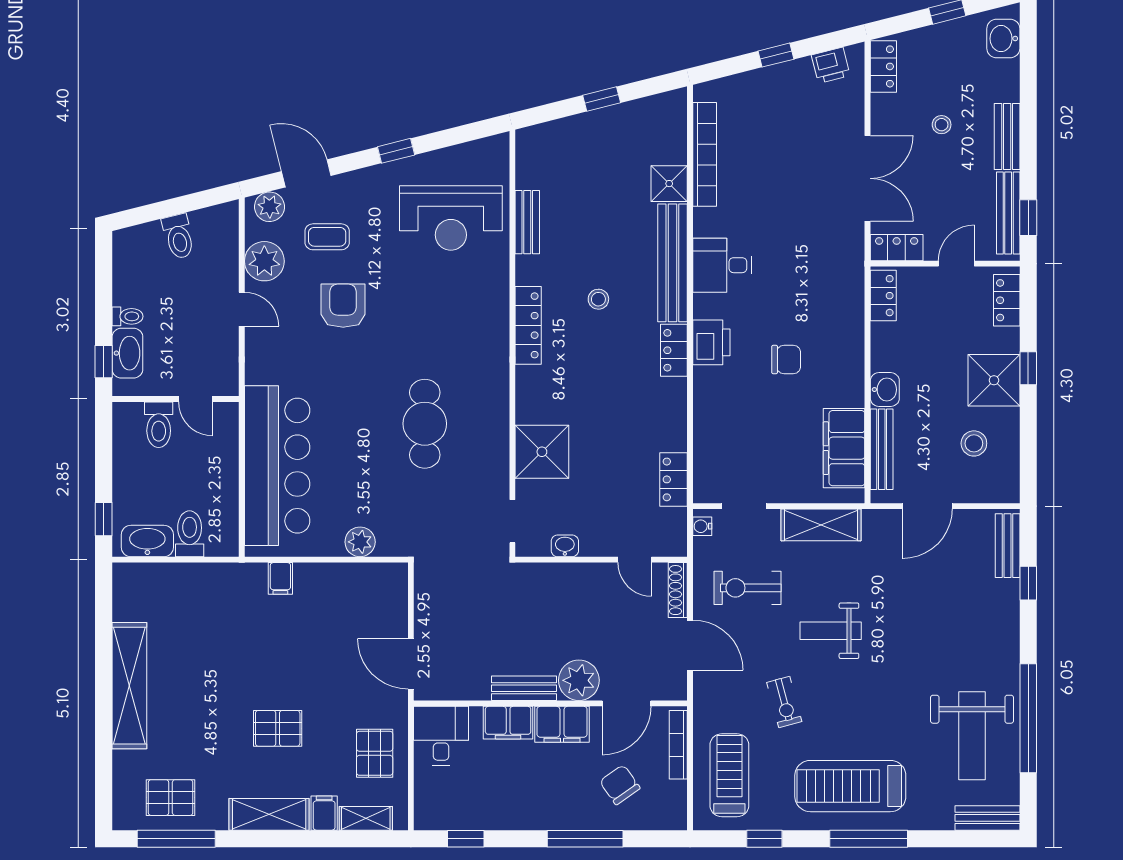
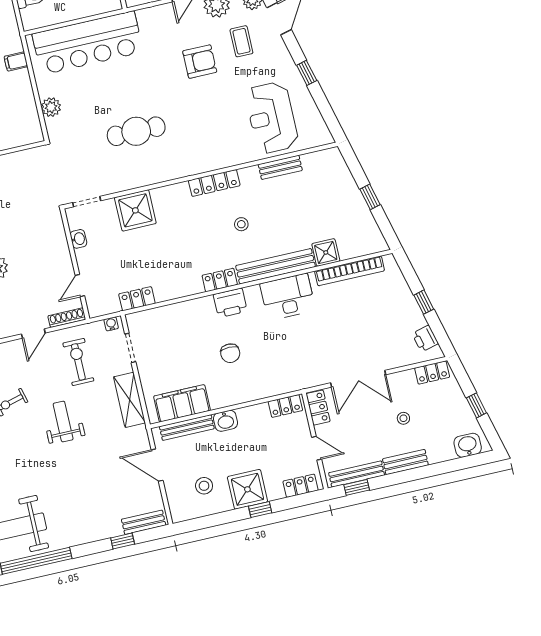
desk: (722, 265) -> (288, 297), width x1.37
door: (690, 645) -> (33, 334), width x0.73

